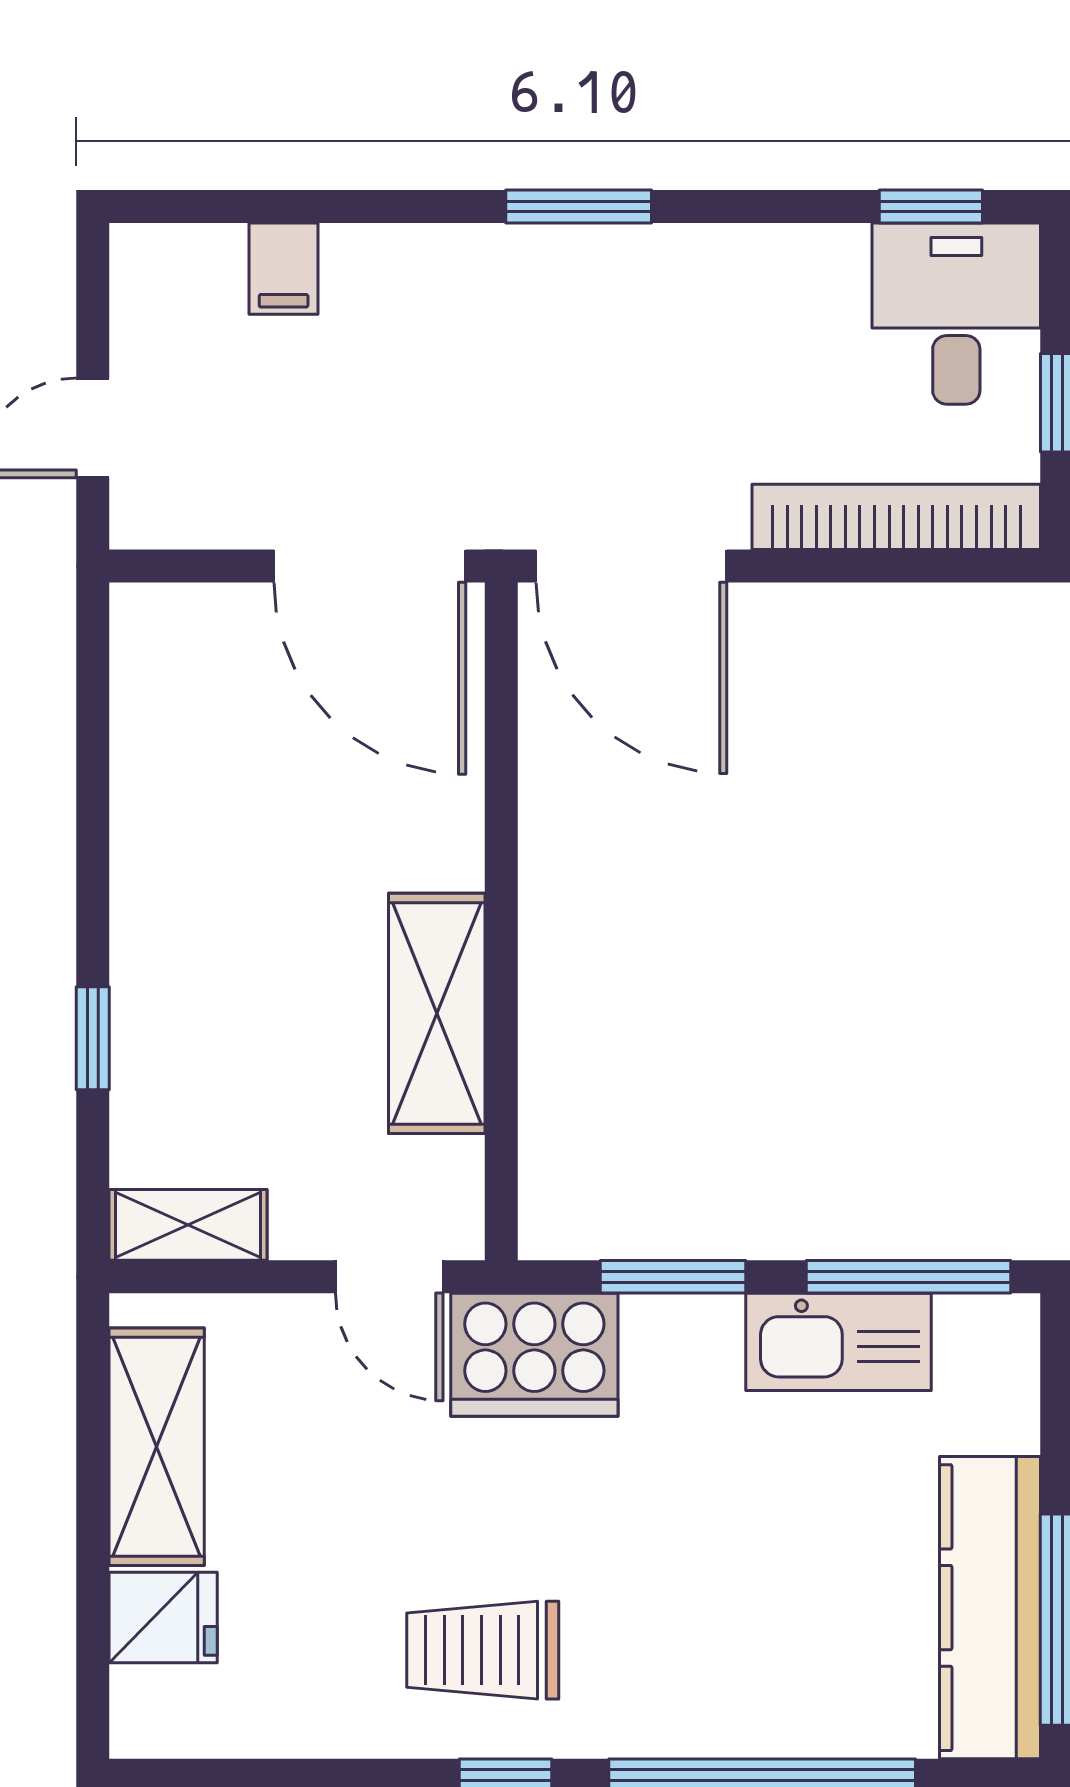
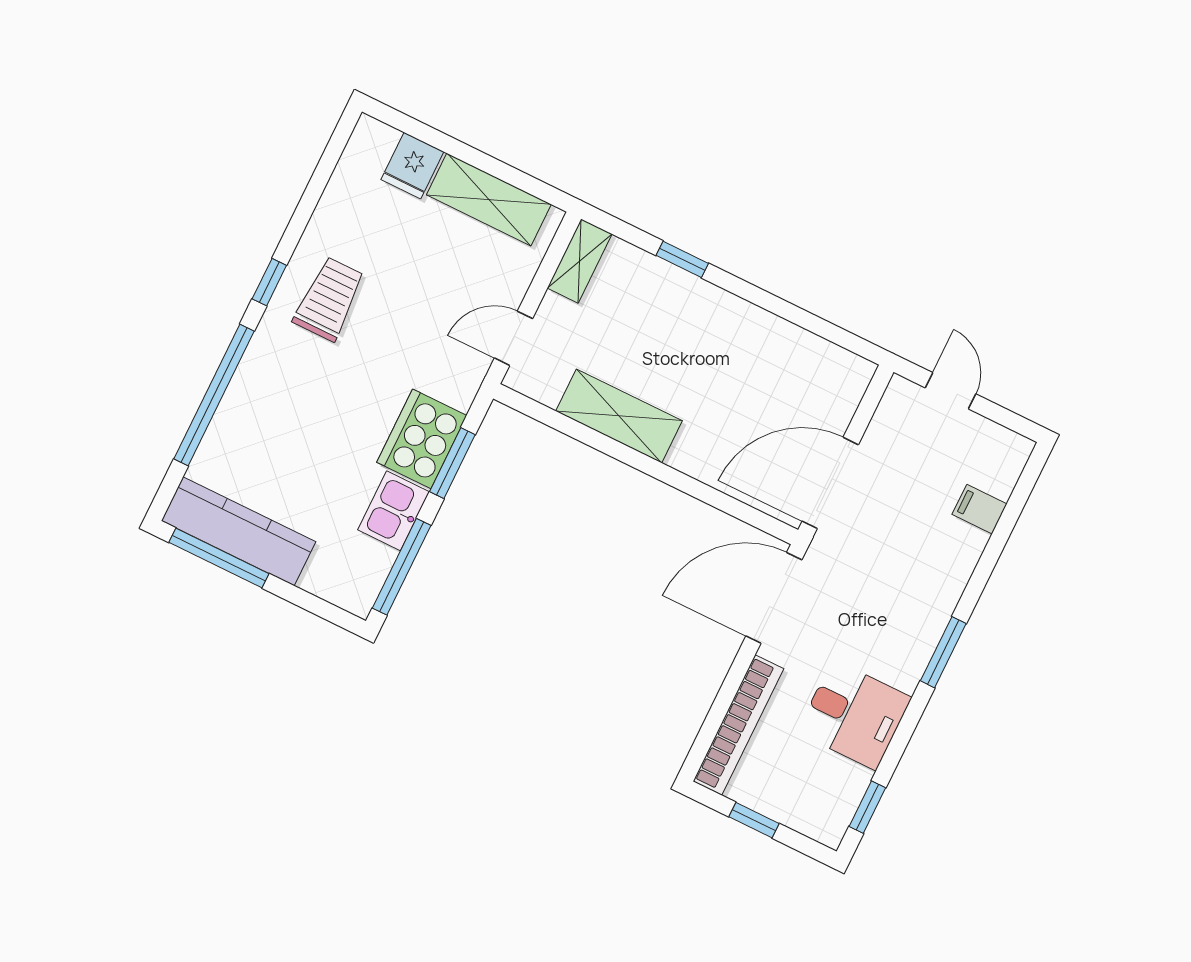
desk: (956, 314) -> (854, 715), moved
kitchen sink: (838, 1342) -> (394, 511), width x0.73
cooker: (534, 1355) -> (422, 439), moved

